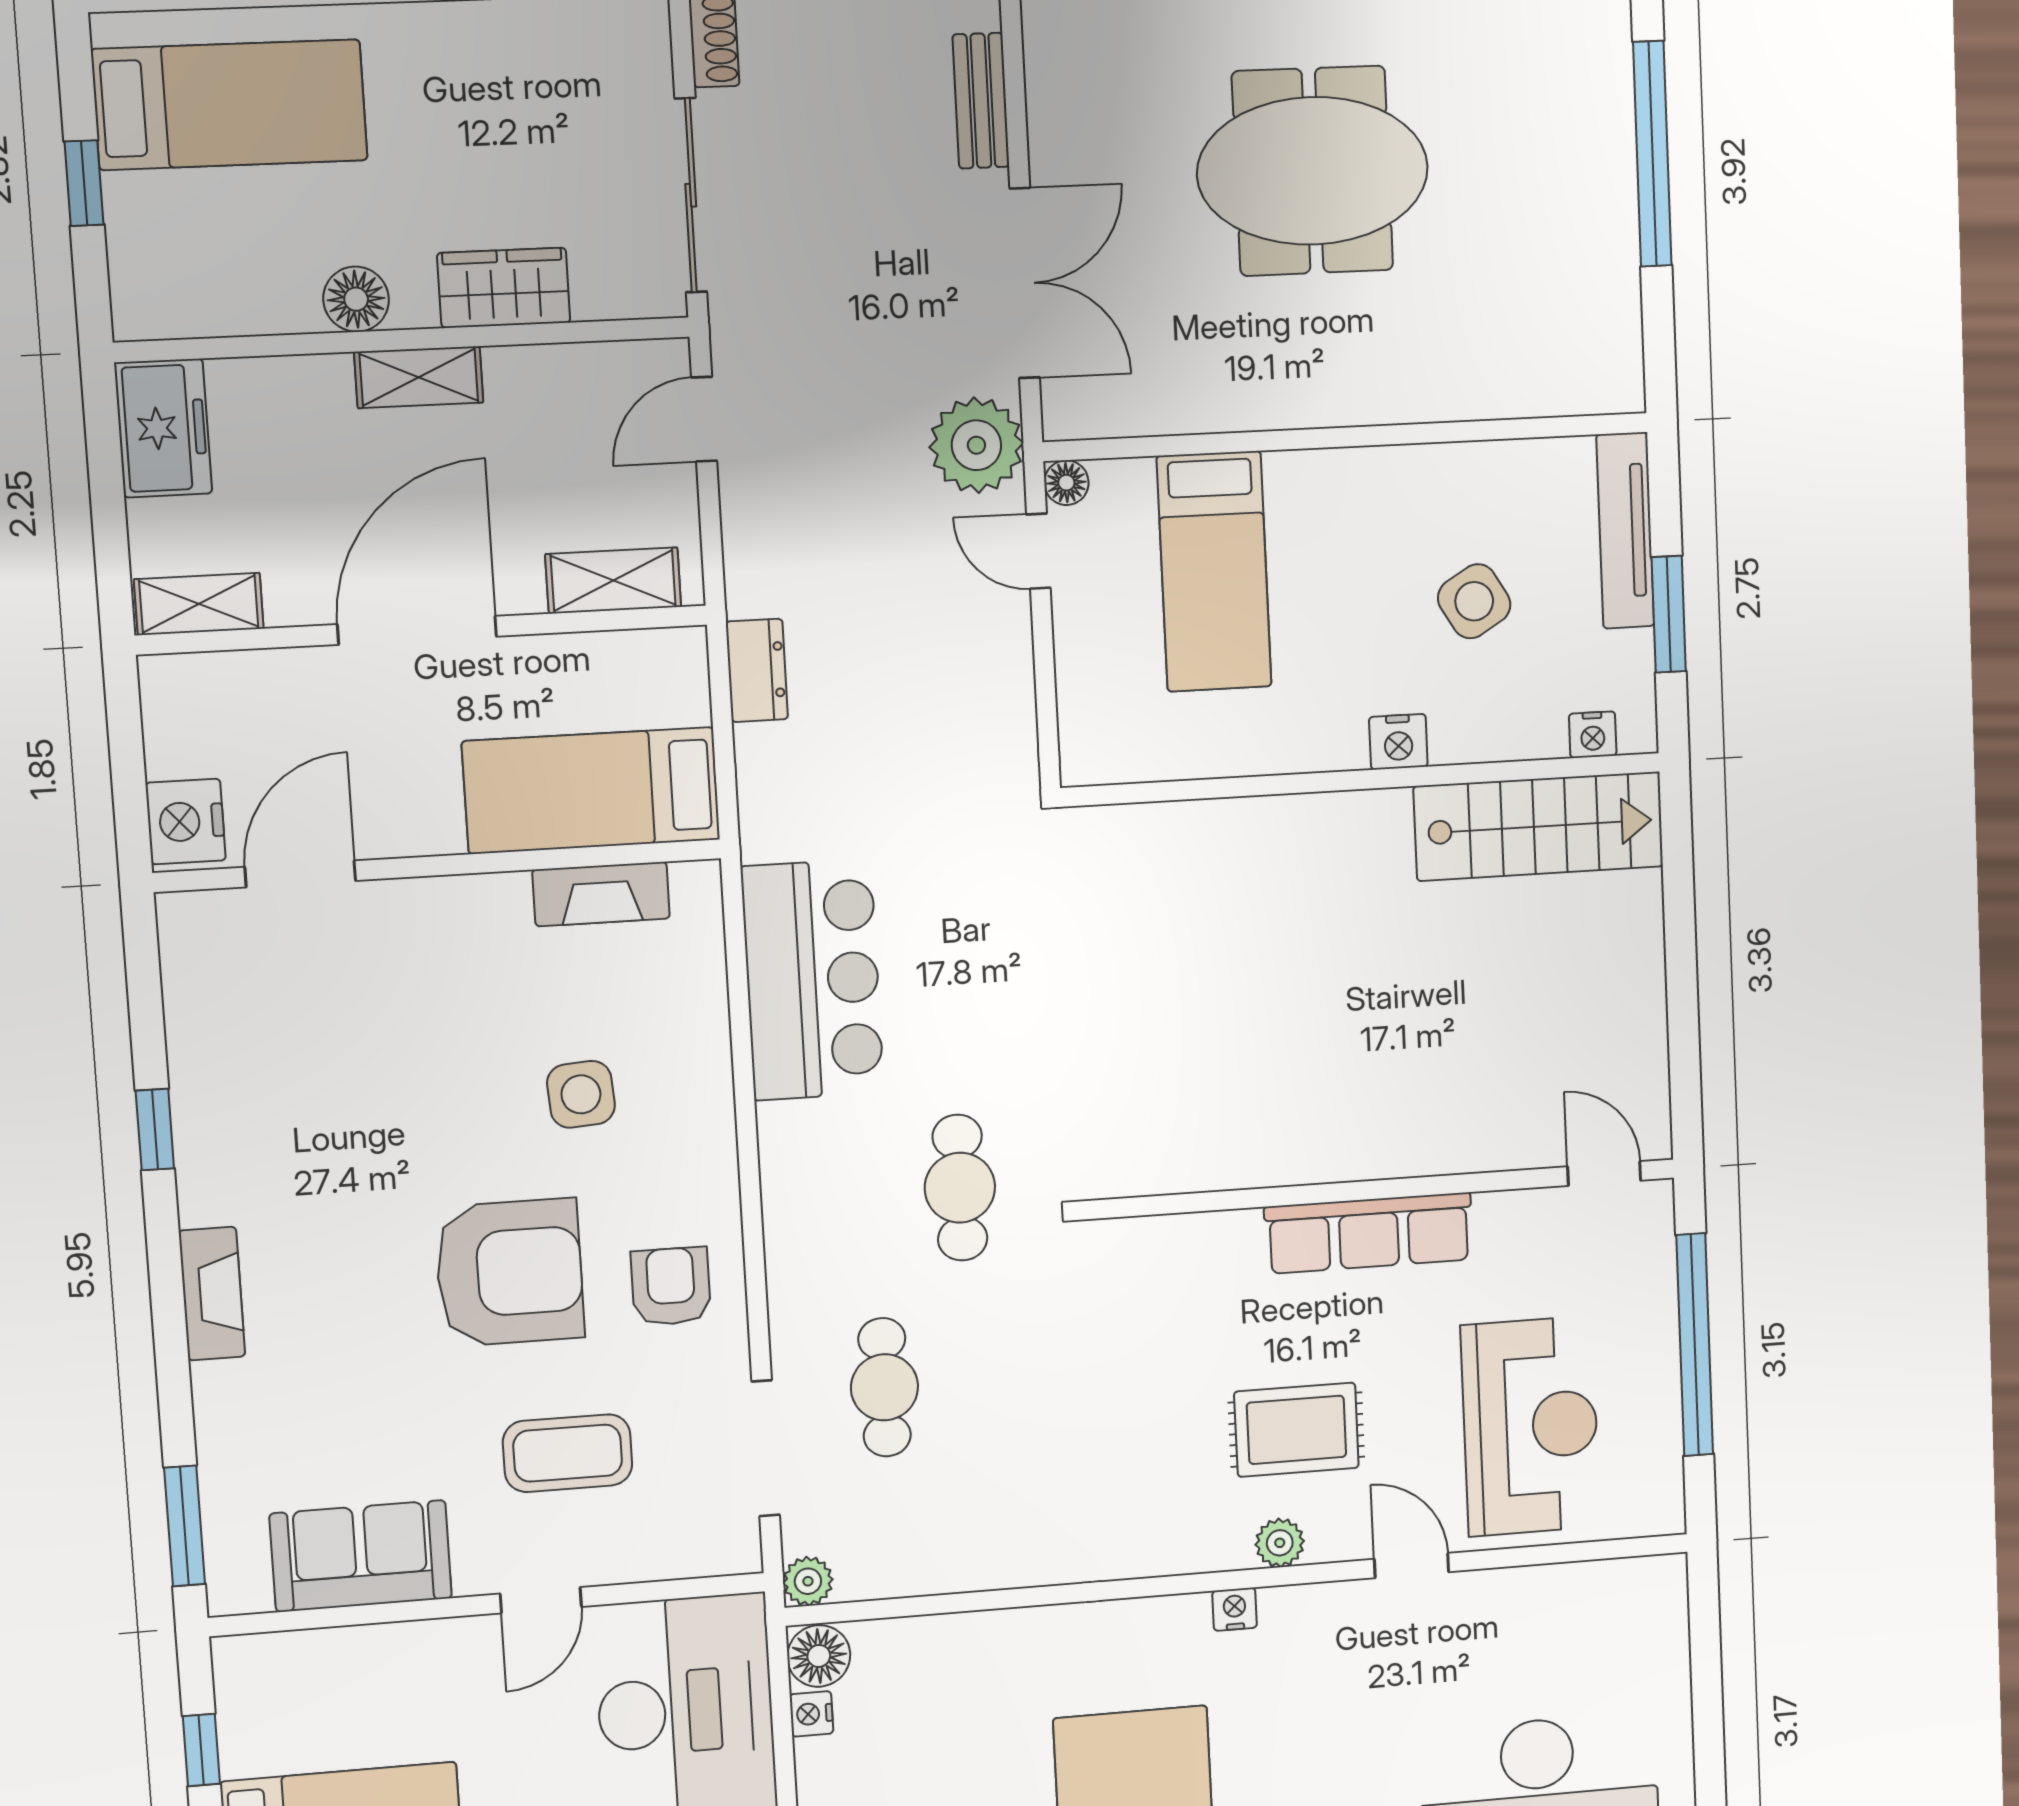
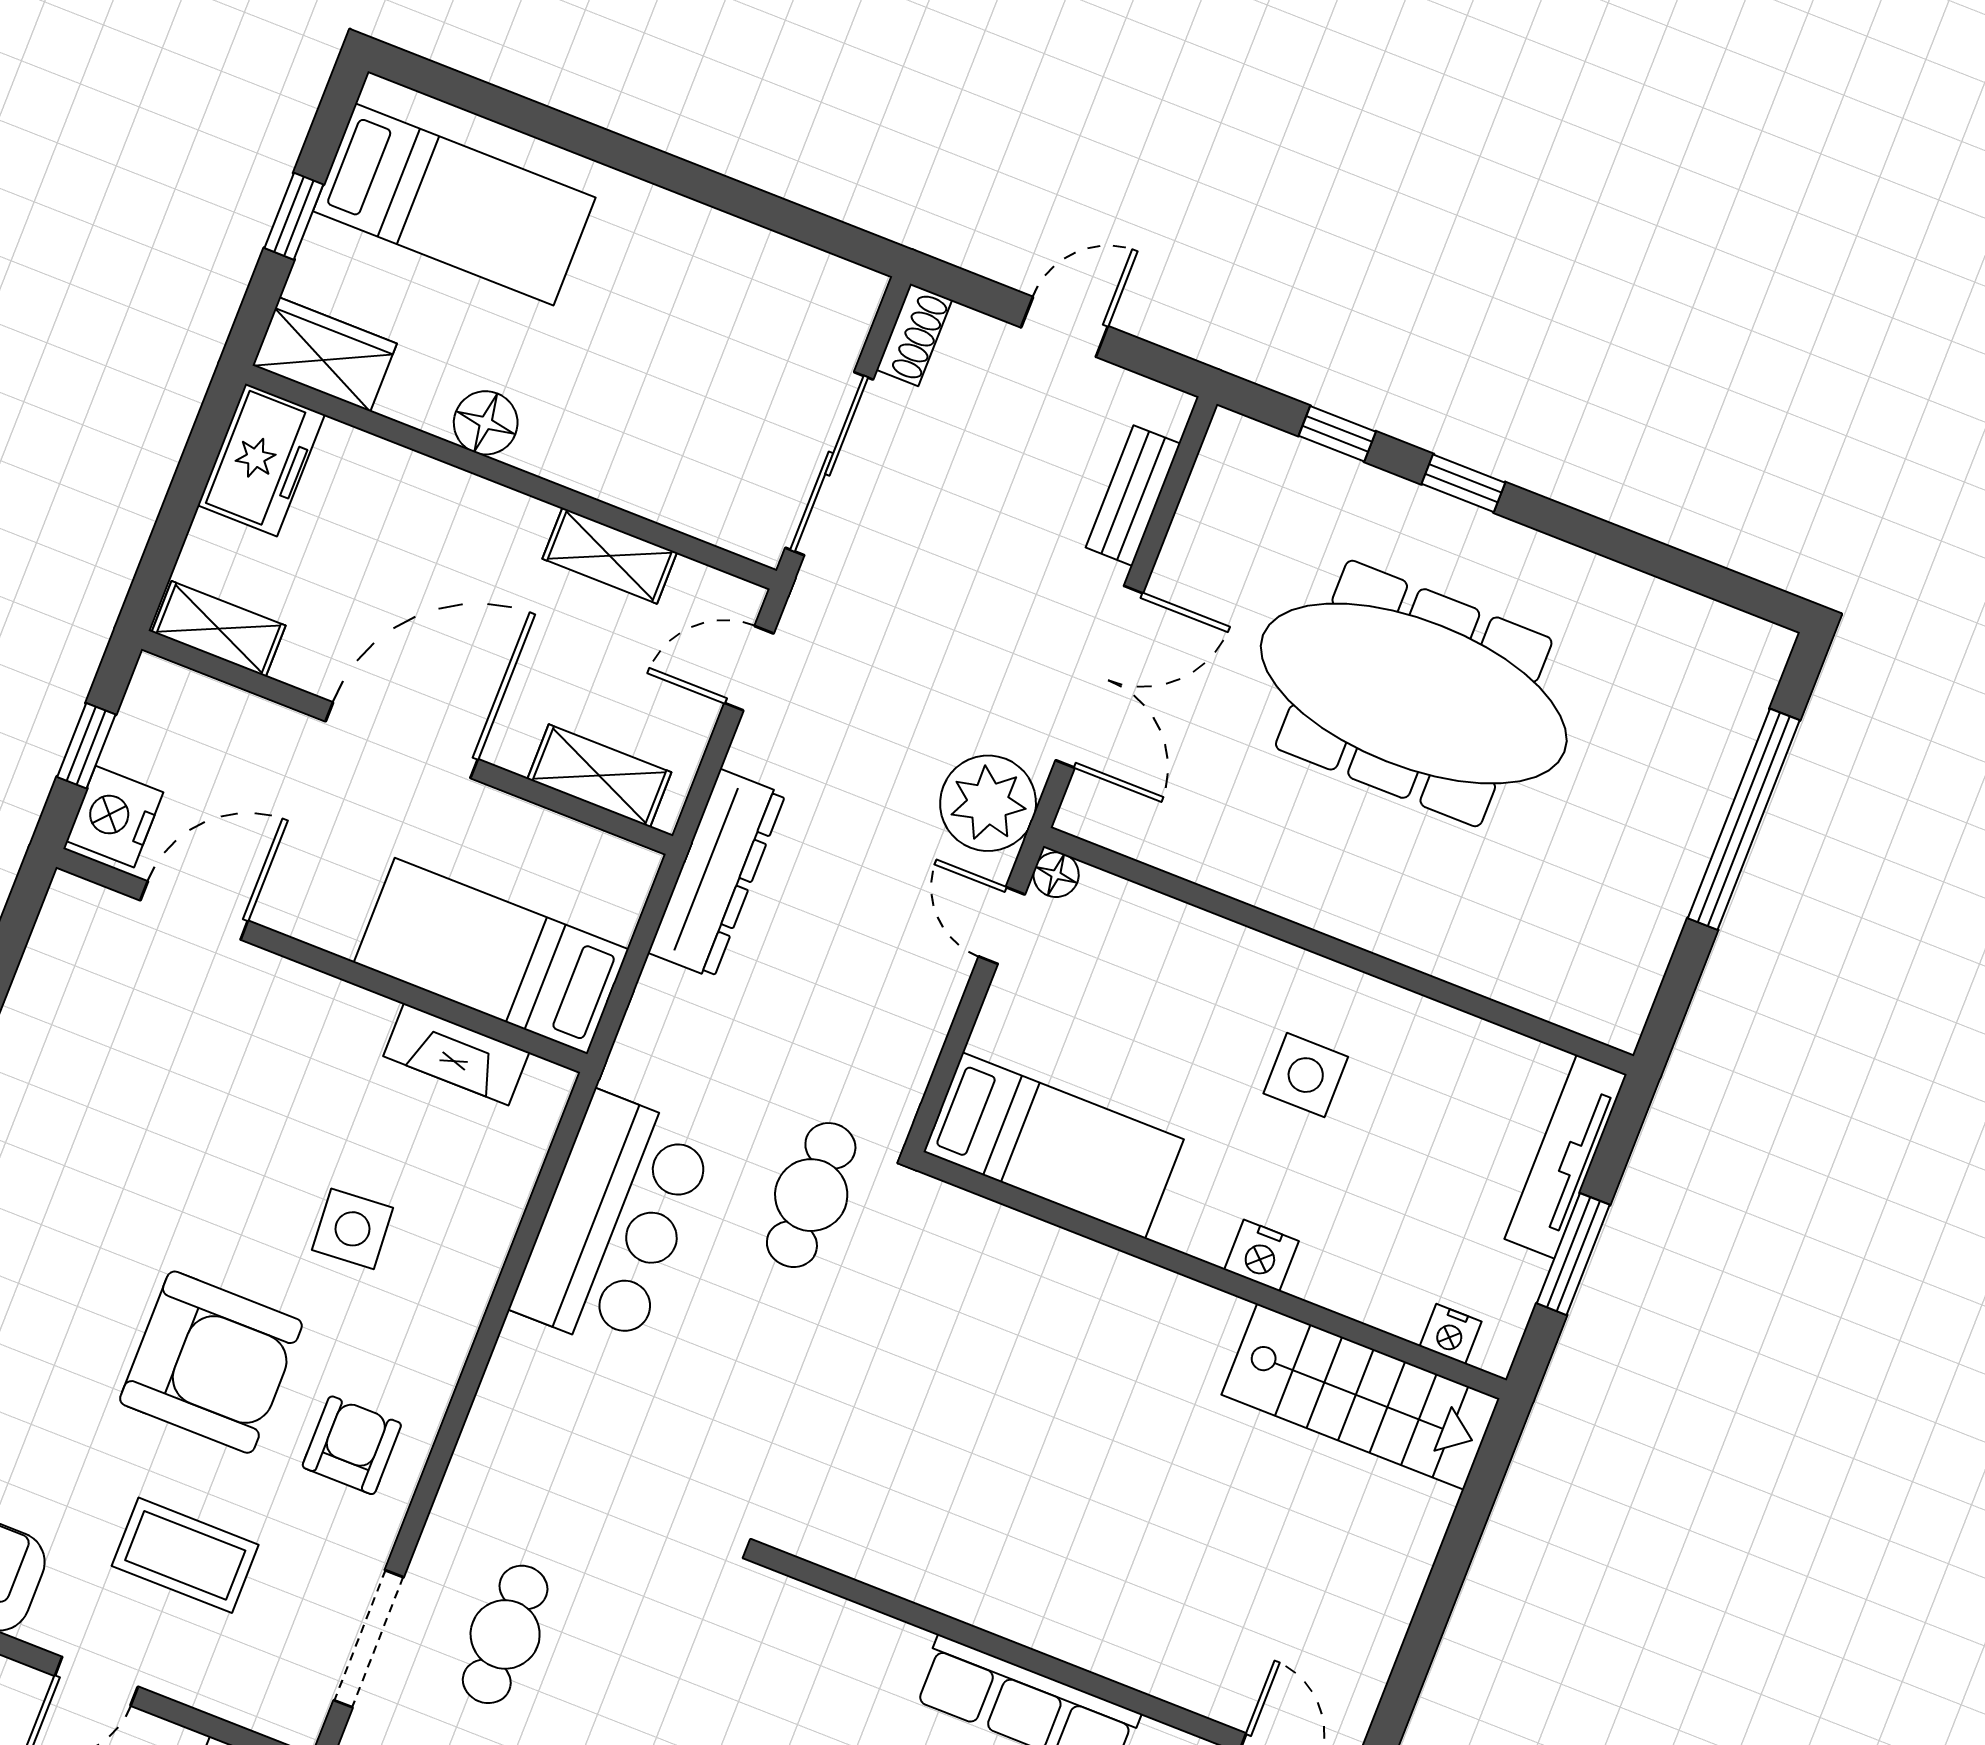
meeting table: (1313, 171) -> (1414, 693), width x1.36
wardrobe: (504, 288) -> (325, 354), moved
shelving: (419, 377) -> (610, 556), moved
bed: (1214, 571) -> (1054, 1146), moved, turned -90
side table: (1474, 601) -> (1306, 1075), moved, turned 31
dresser: (757, 670) -> (717, 873), width x1.96, depth x1.24
window: (128, 768) -> (86, 746), added
cafe table: (960, 1188) -> (811, 1195), moved

